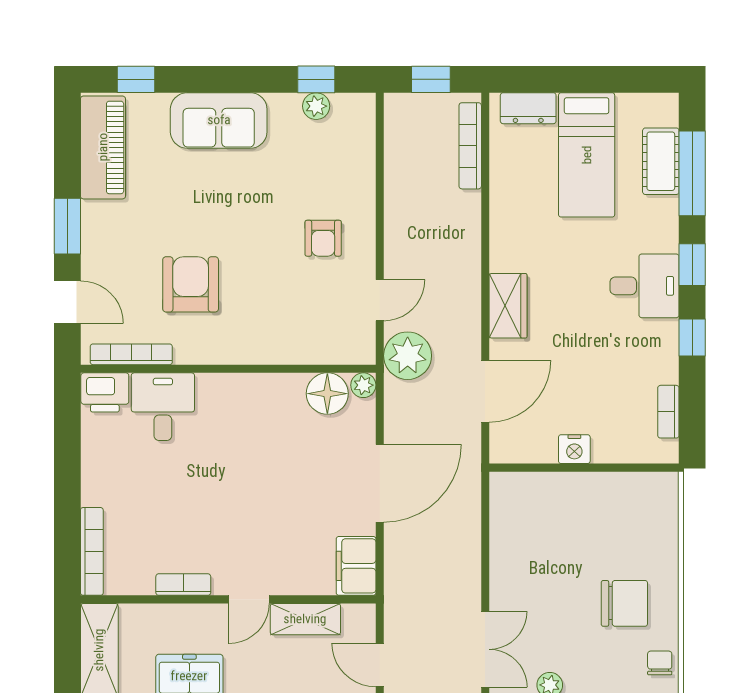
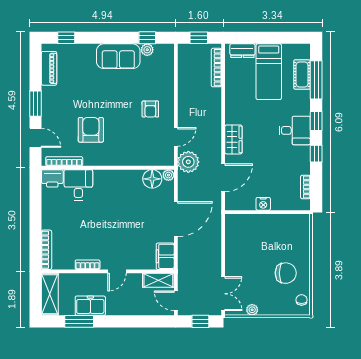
sofa: (219, 120) -> (118, 56), moved
piano: (103, 147) -> (49, 68), width x0.73, depth x0.75
shelving: (305, 619) -> (158, 280), moved

